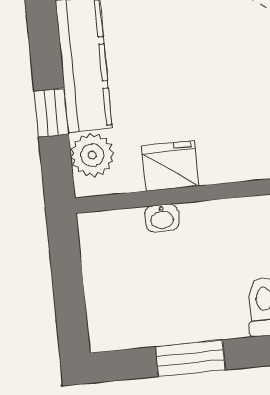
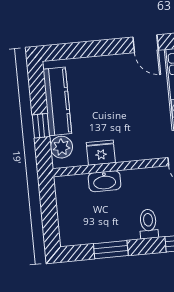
washbasin: (162, 218) -> (105, 181), width x1.91, depth x1.45

